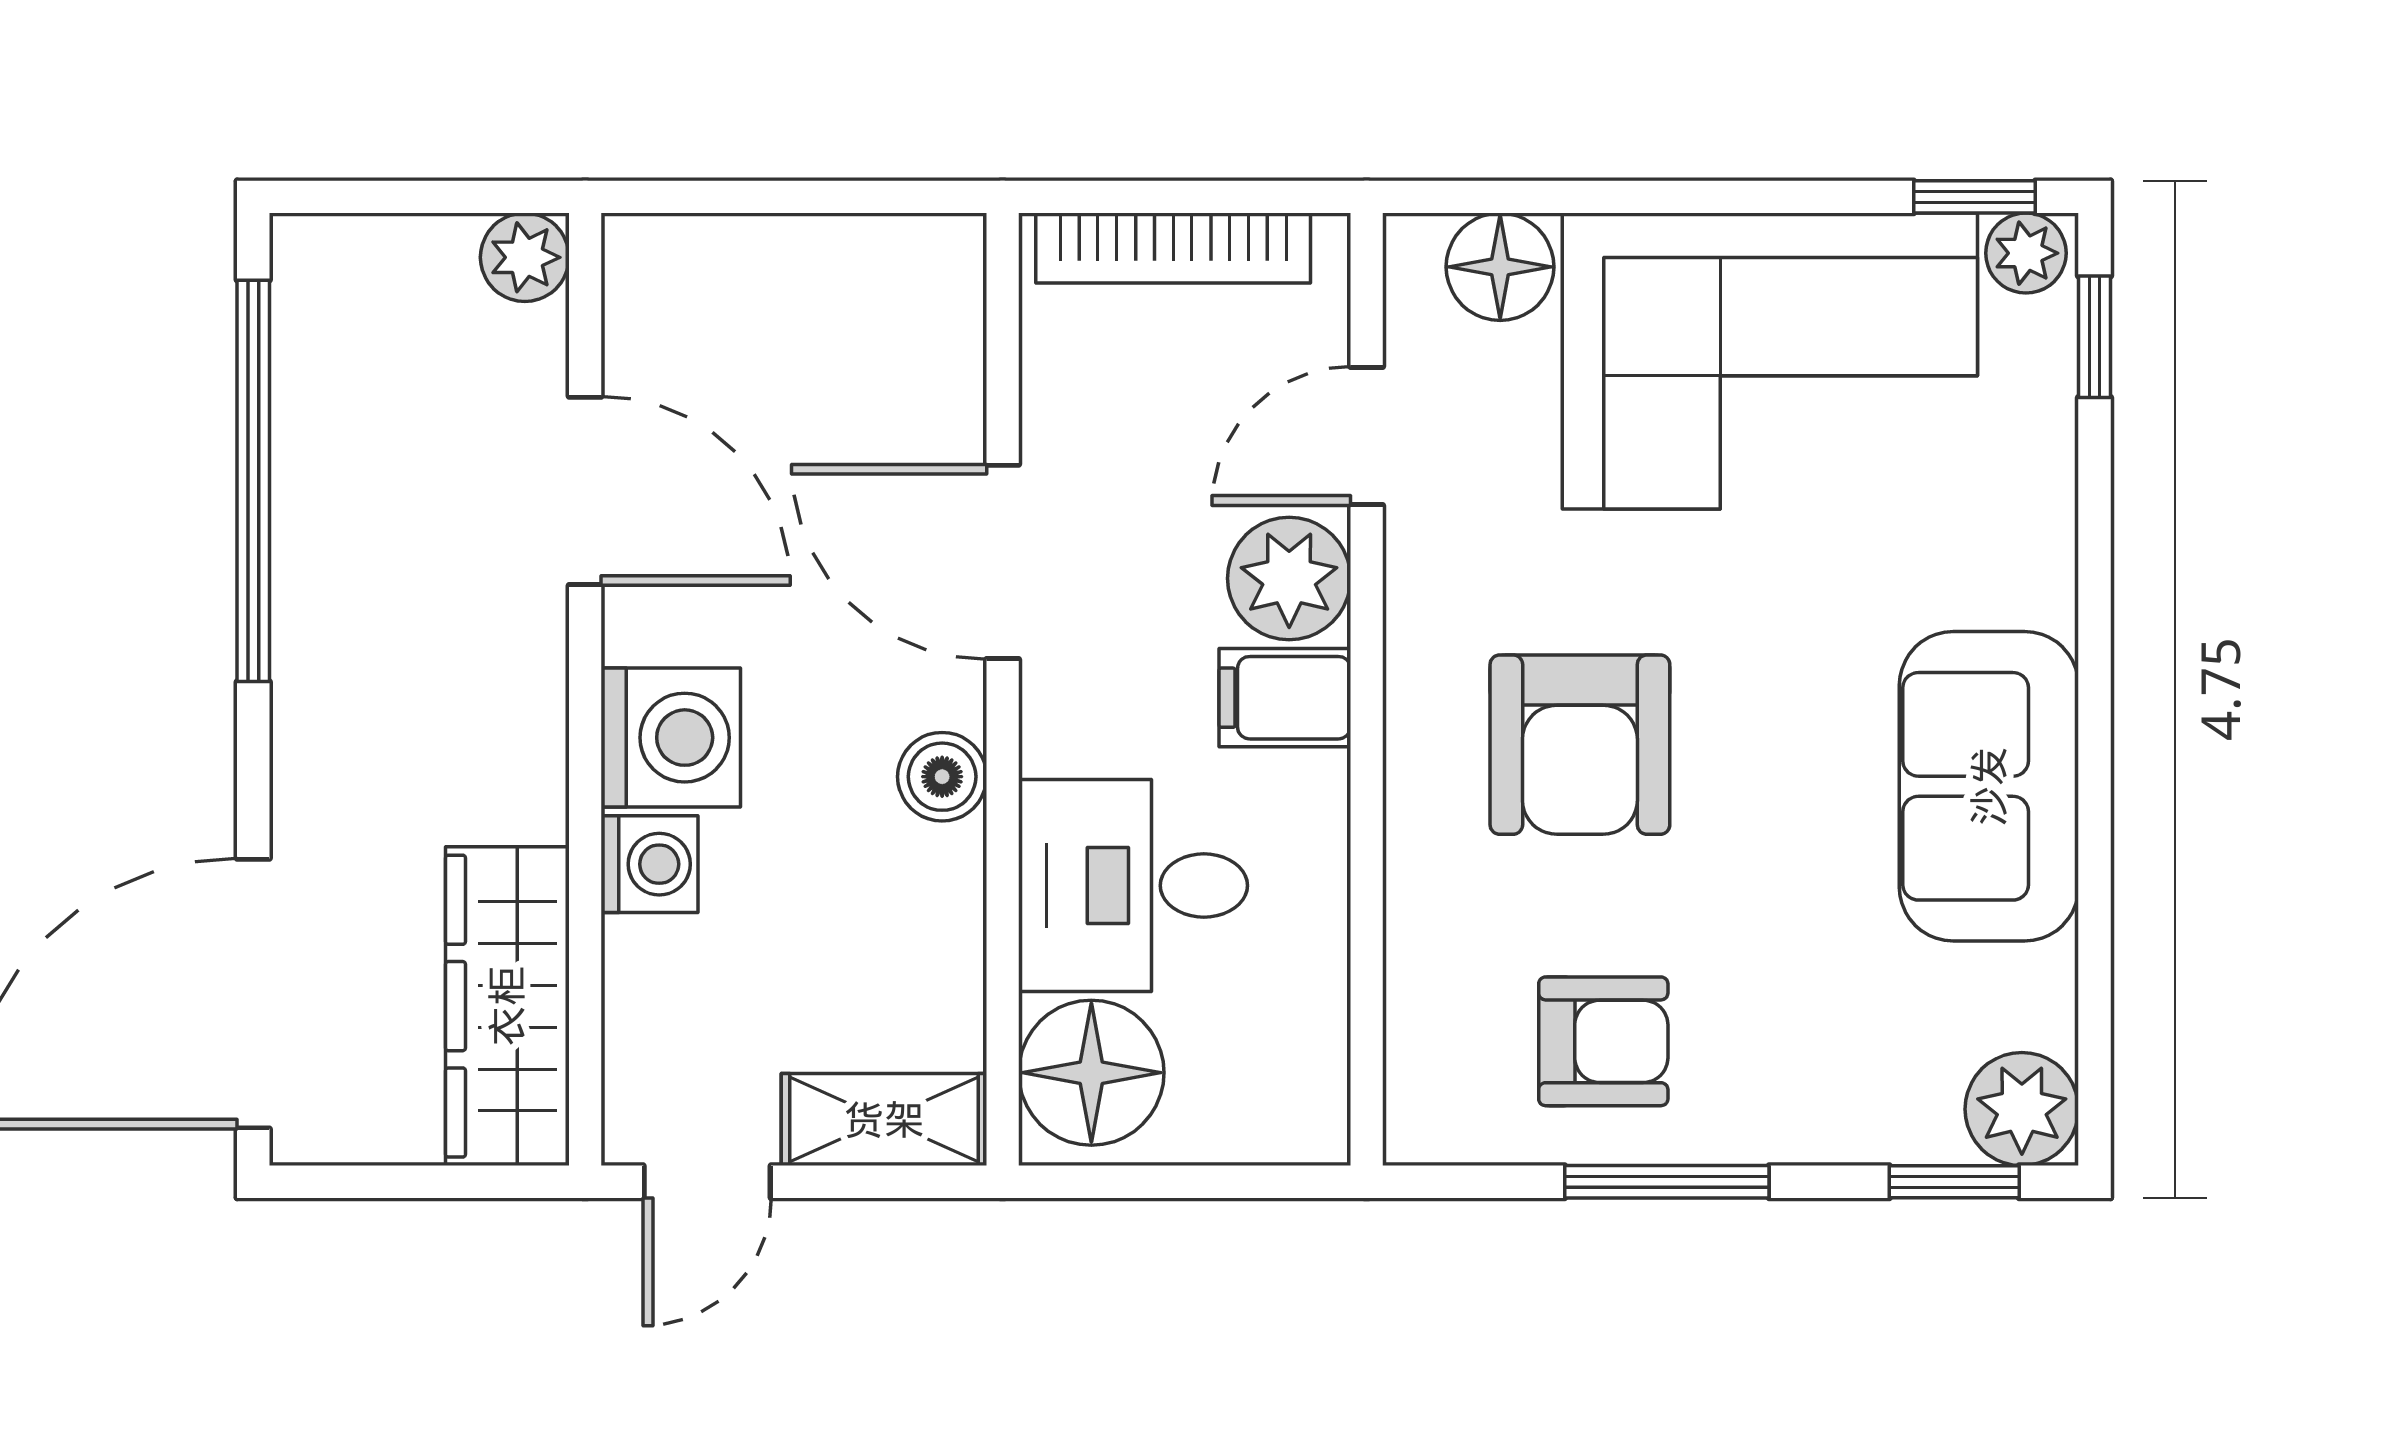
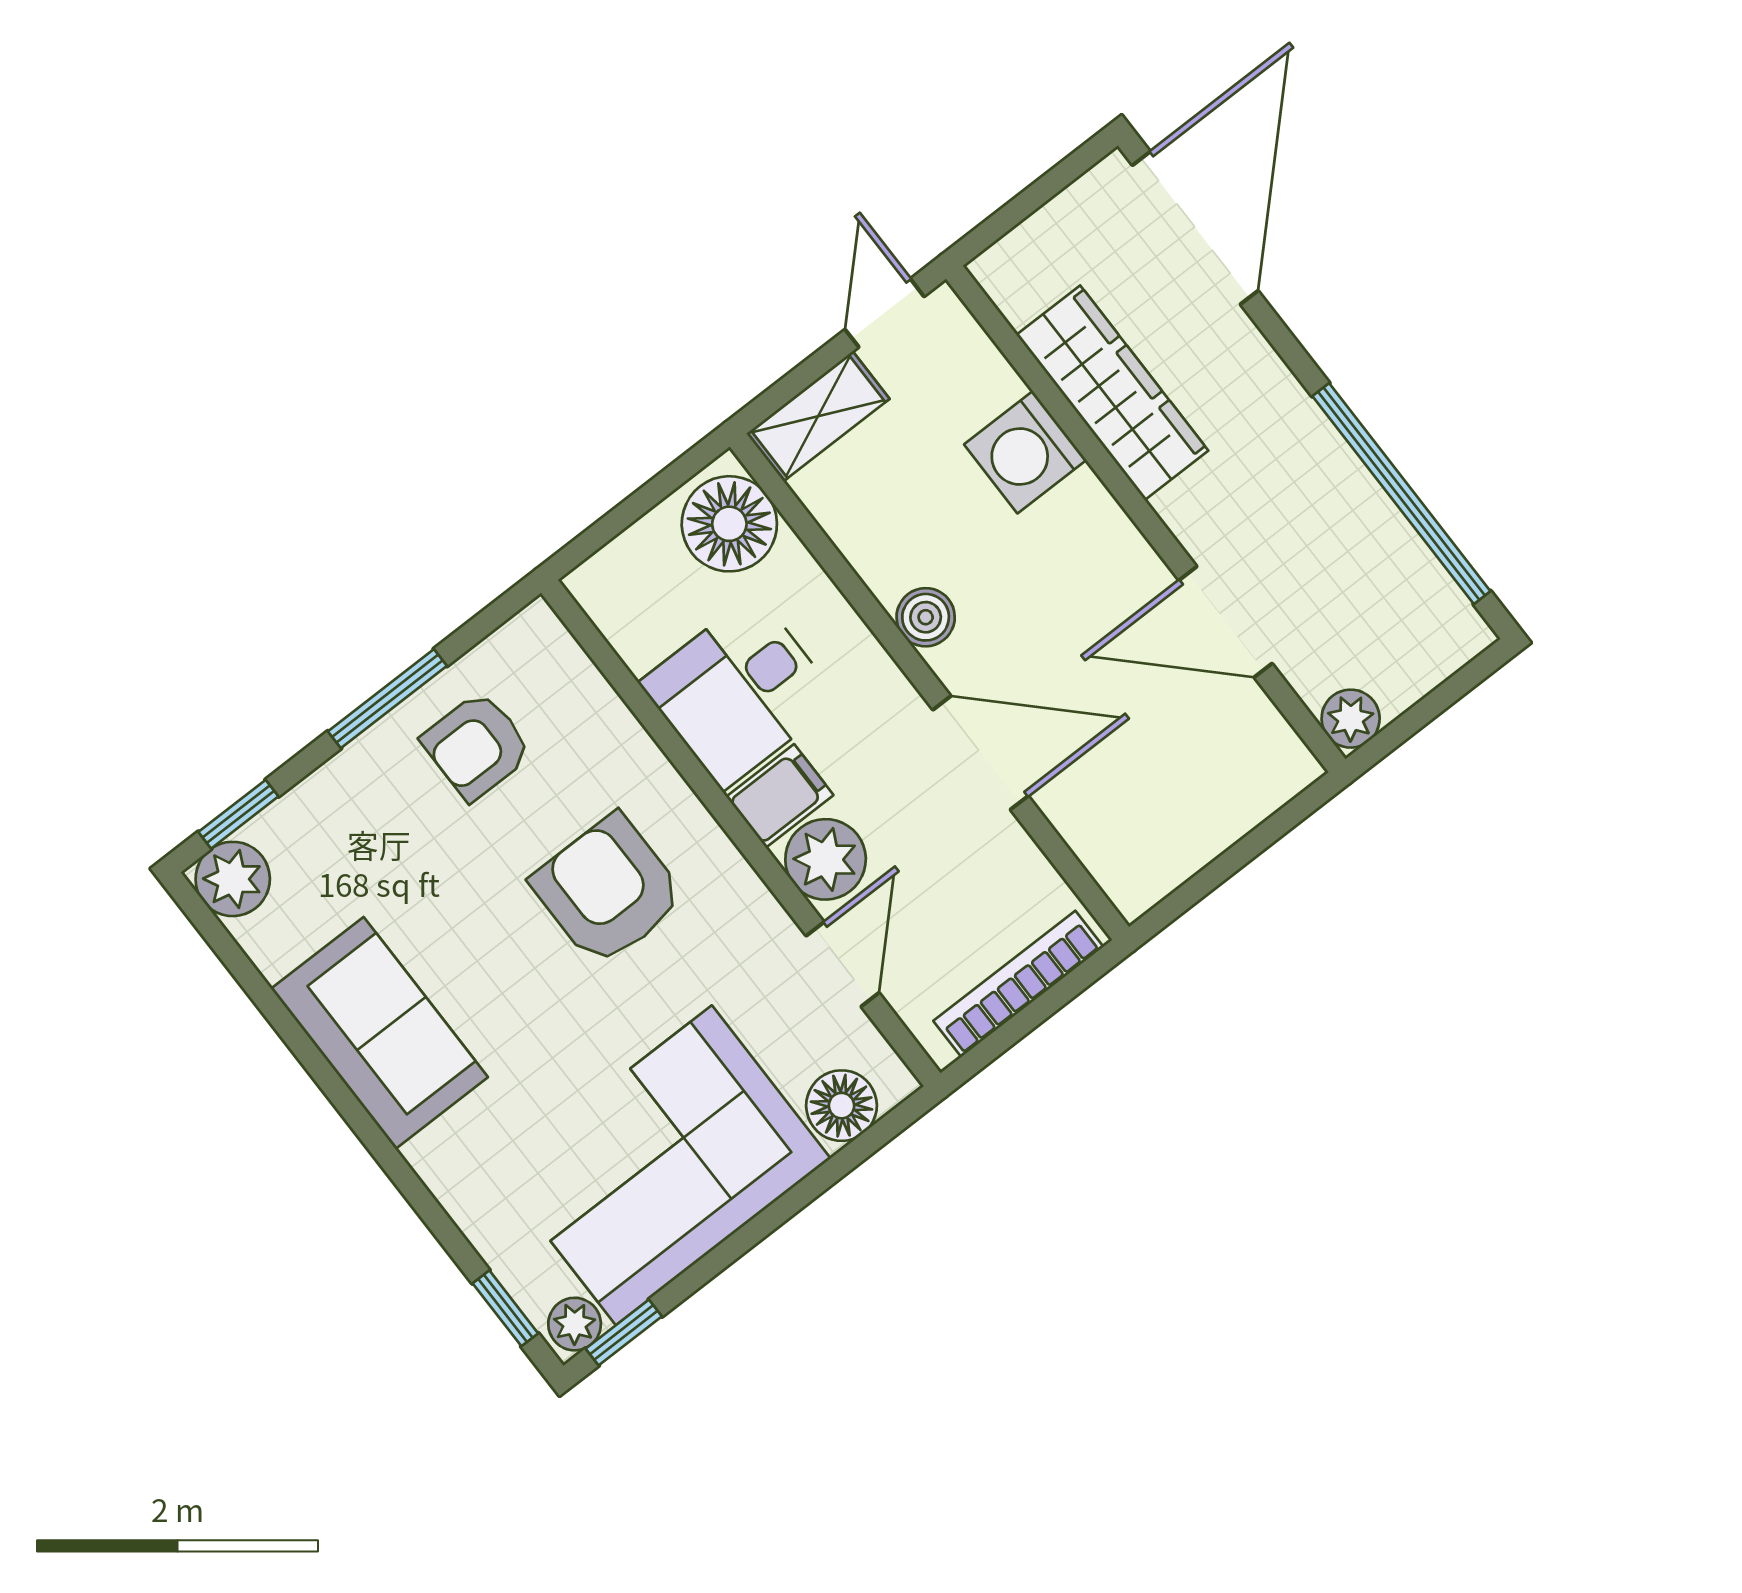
washing machine: (671, 738) -> (1082, 528), removed
washing machine: (650, 864) -> (1025, 452), width x1.38, depth x1.38
desk: (1133, 886) -> (739, 691), moved, turned 180
wardrobe: (507, 1006) -> (1112, 393), moved

